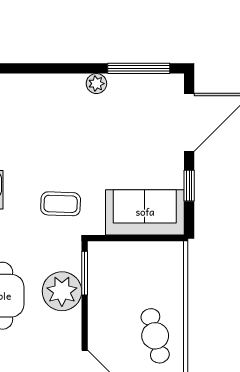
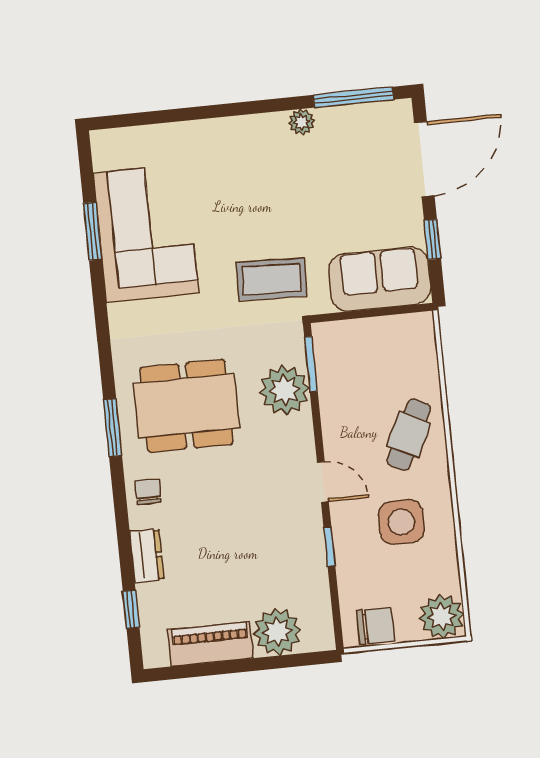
coffee table: (61, 204) -> (272, 279), width x1.36, depth x1.30
cafe table: (155, 336) -> (409, 435), turned 40

